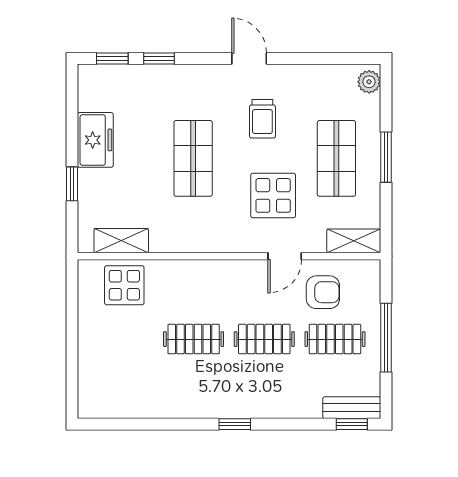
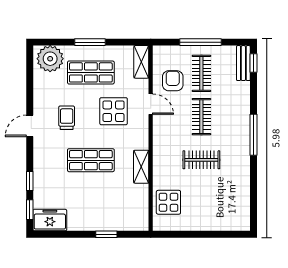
plant: (369, 82) -> (50, 59), width x1.88, depth x1.88
trolley: (262, 119) -> (67, 118), turned -90
freezer: (95, 140) -> (50, 220), moved
shelving: (121, 241) -> (141, 167), moved
clothes rail: (194, 339) -> (201, 160), turned 90
window: (235, 424) -> (253, 135), width x2.17

